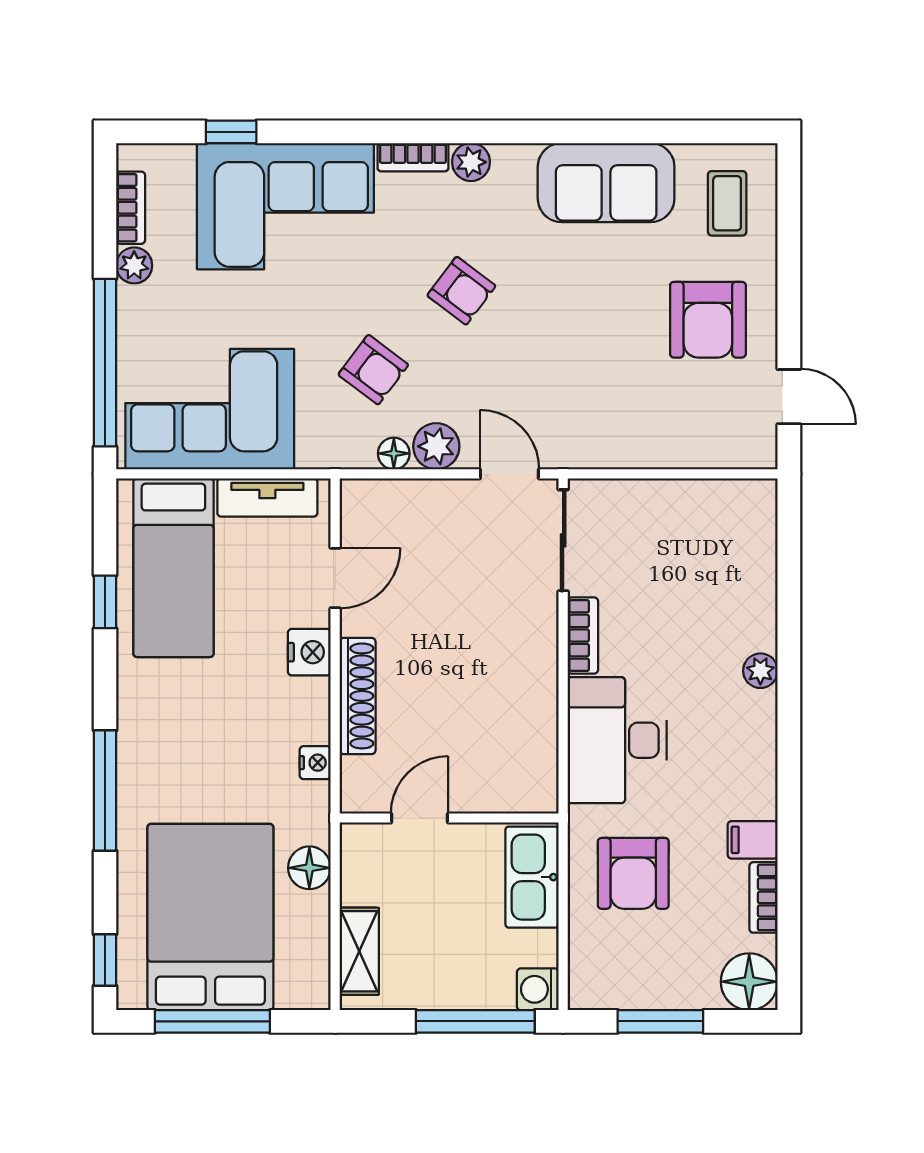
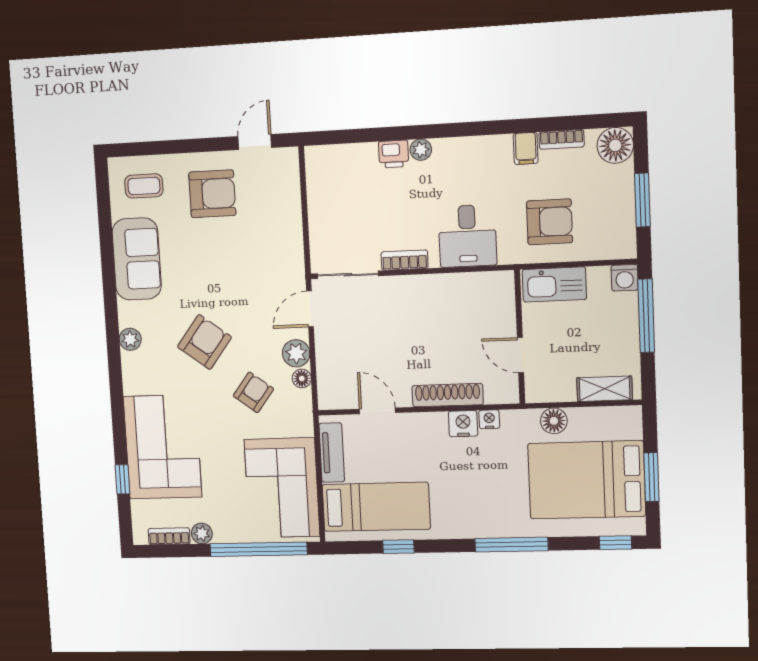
bookcase: (413, 157) -> (130, 373), removed
armchair: (461, 291) -> (204, 342), width x1.38, depth x1.38
printer: (756, 626) -> (394, 154), added
nightstand: (309, 652) -> (463, 424), moved
desk: (617, 740) -> (467, 236), width x0.73
window: (212, 1021) -> (651, 477), width x0.69

